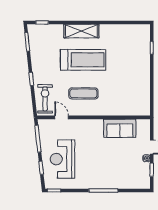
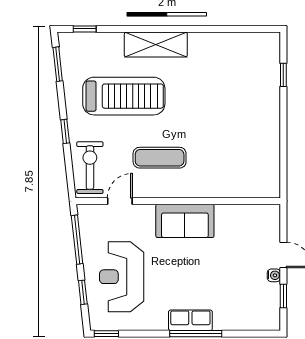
treadmill: (83, 60) -> (124, 96), moved
door: (62, 117) -> (120, 201), hinge flipped
sofa: (120, 128) -> (185, 221), moved
row of seats: (100, 183) -> (190, 320), added

